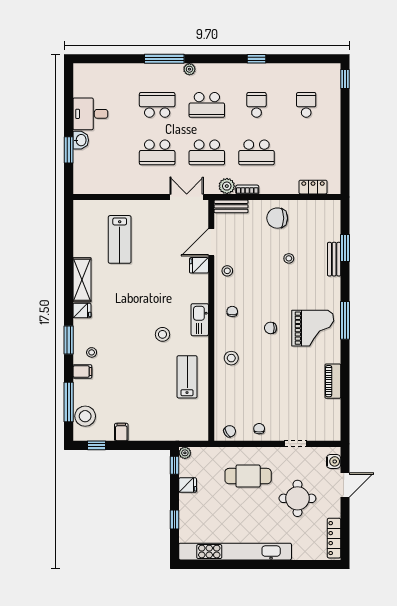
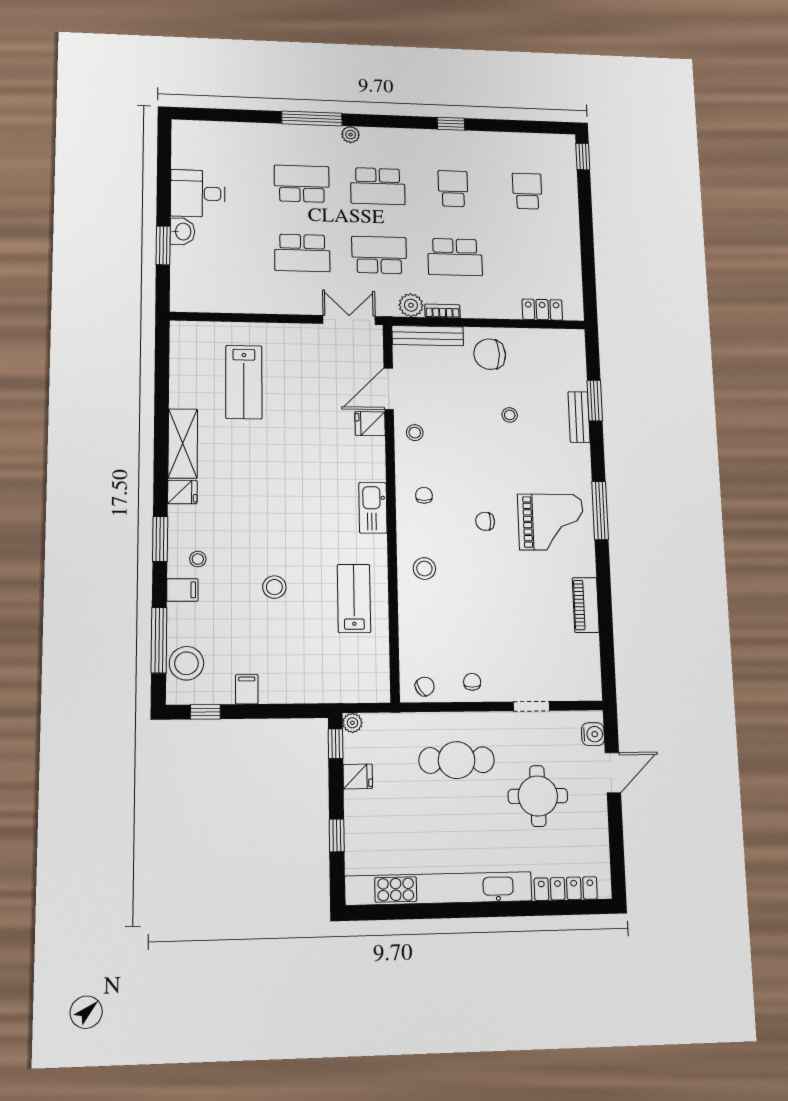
school desk: (207, 152) -> (379, 255), turned 180
bench: (231, 206) -> (428, 336), width x1.36
stool: (162, 334) -> (274, 587), moved
locker: (334, 538) -> (566, 889), moved, turned 90

